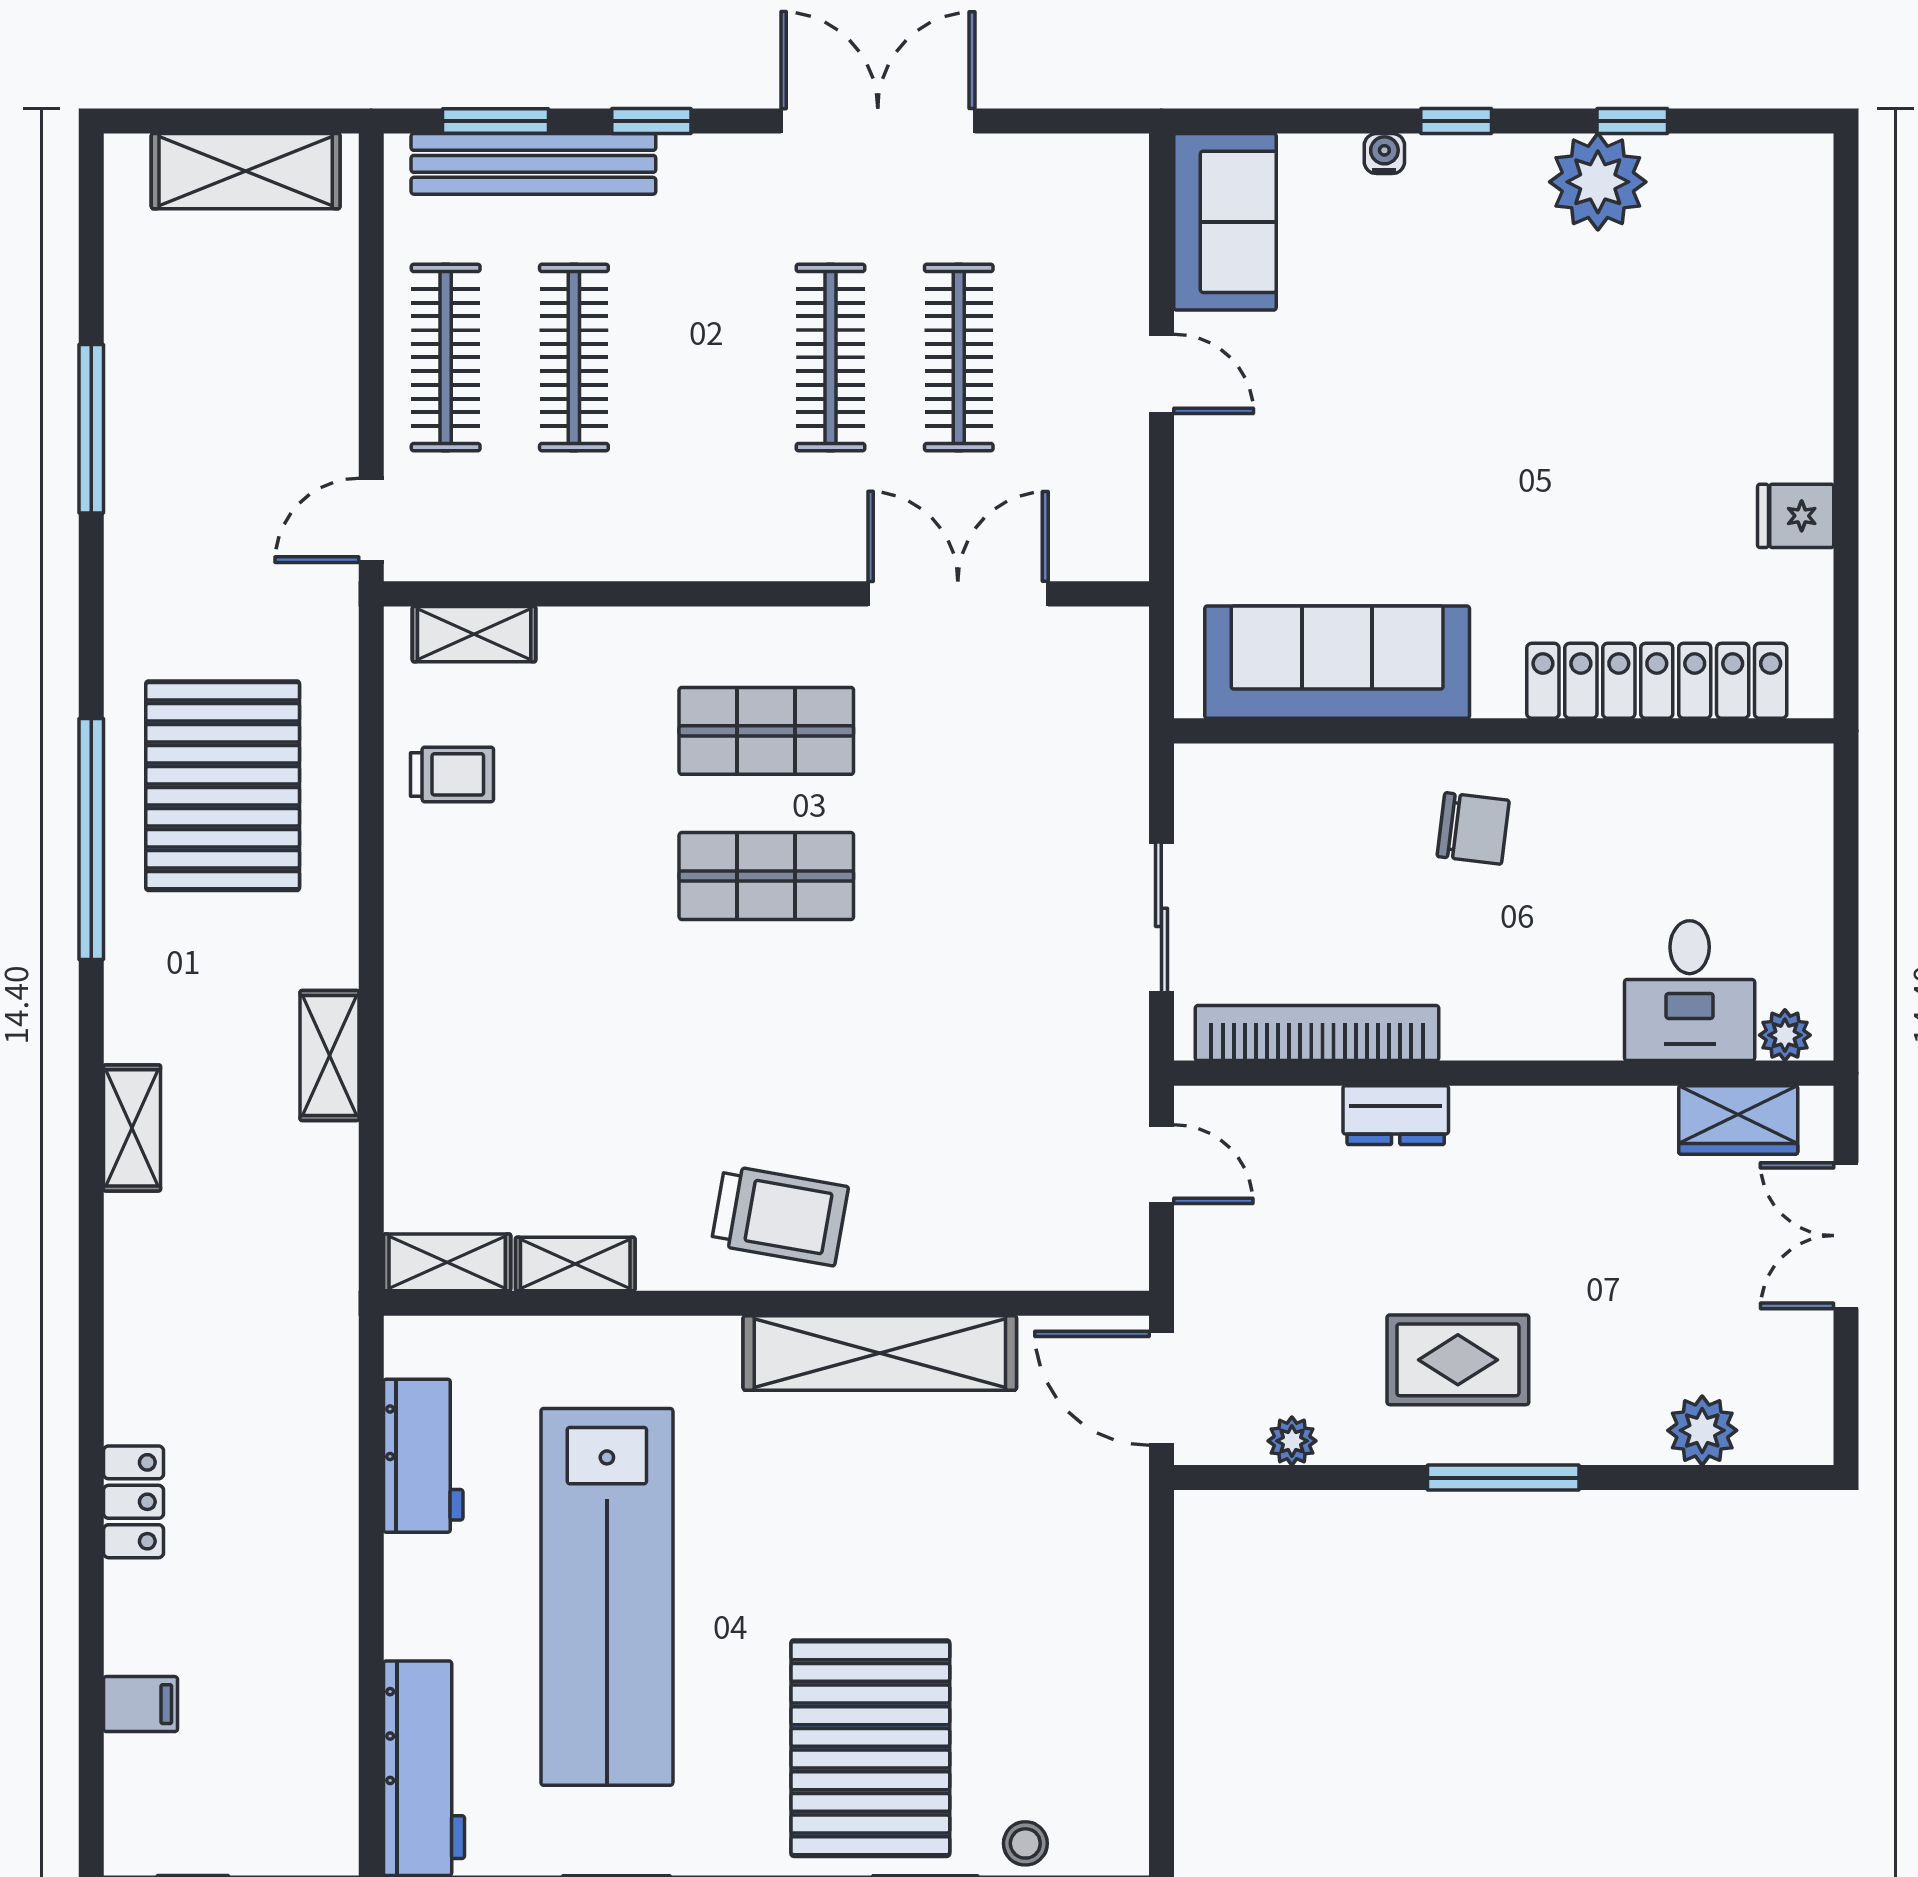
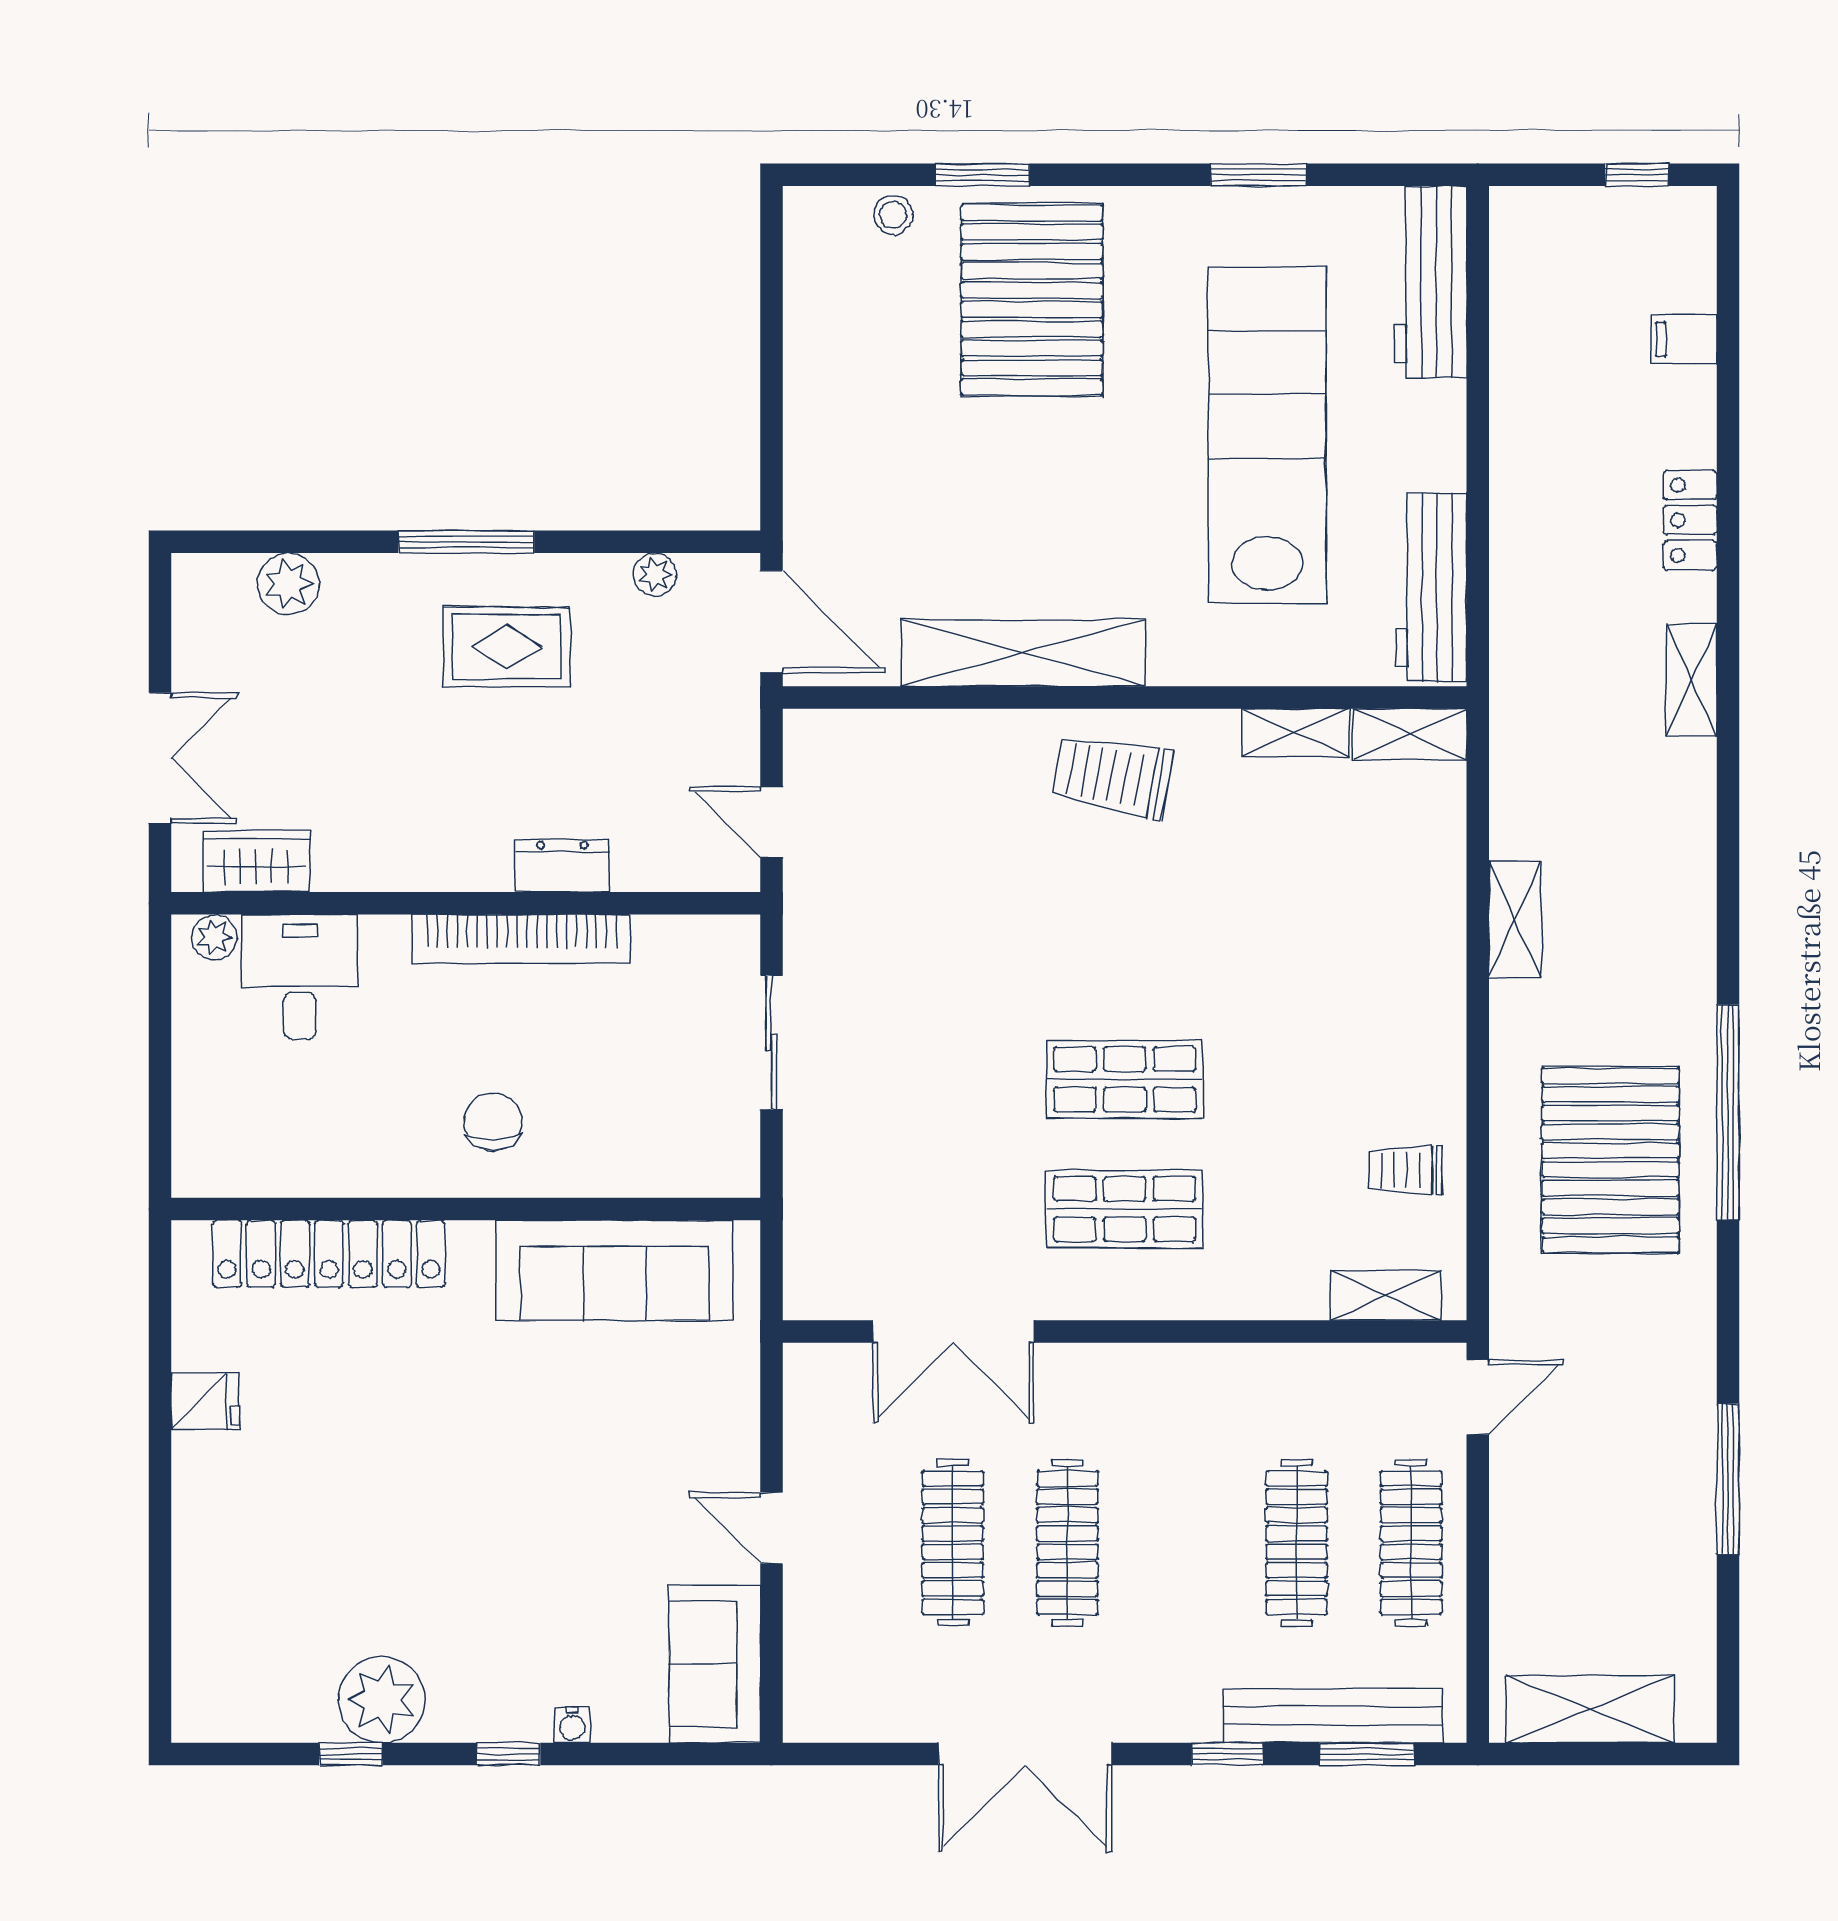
chair: (1473, 828) -> (493, 1122), turned 83
bookcase: (1317, 1033) -> (522, 939), moved
shelving: (132, 1128) -> (1691, 680), moved
workbench: (423, 1456) -> (1431, 587), width x1.38

